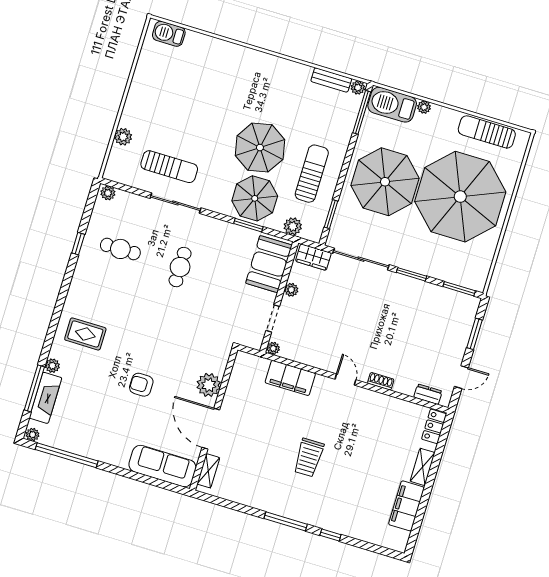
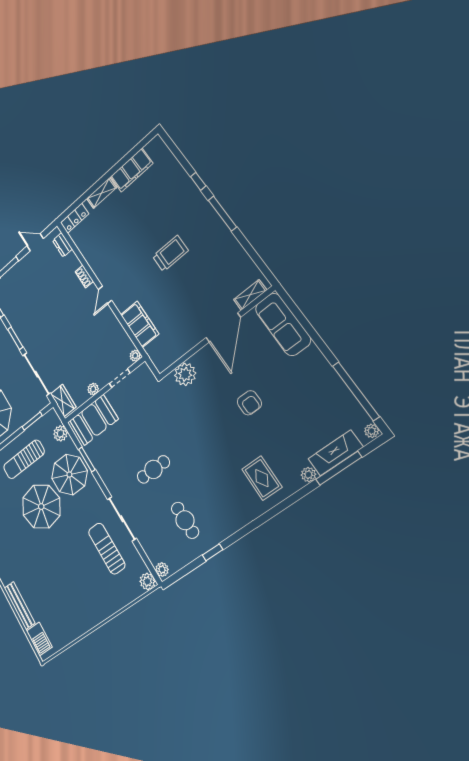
bench: (211, 44) -> (19, 605), added
plant: (123, 137) -> (147, 581), moved
plant: (209, 385) -> (185, 374), moved

